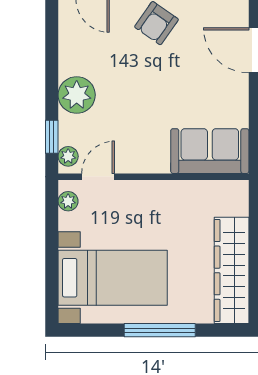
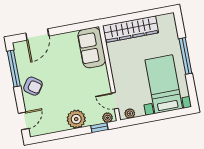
wardrobe: (232, 270) -> (130, 29), moved

